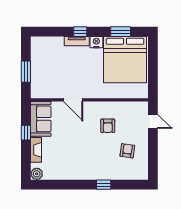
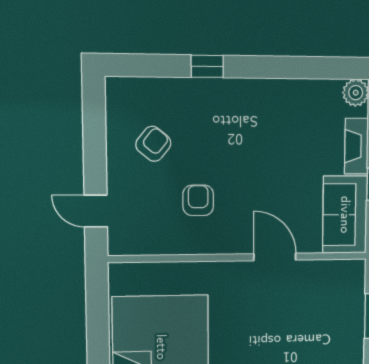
armchair: (127, 151) -> (153, 144), turned -149

